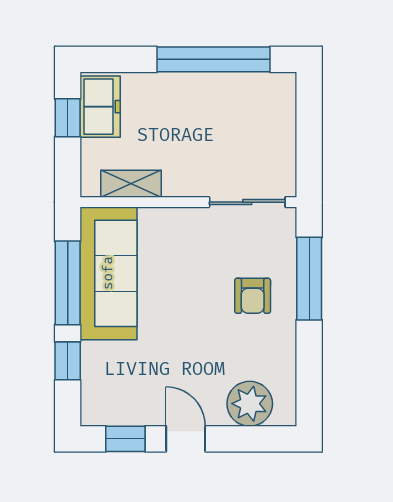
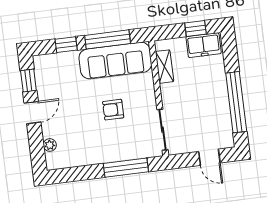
door: (309, 122) -> (209, 157), added
armchair: (253, 296) -> (113, 110), moved
plant: (250, 404) -> (50, 145), width x0.53, depth x0.53

